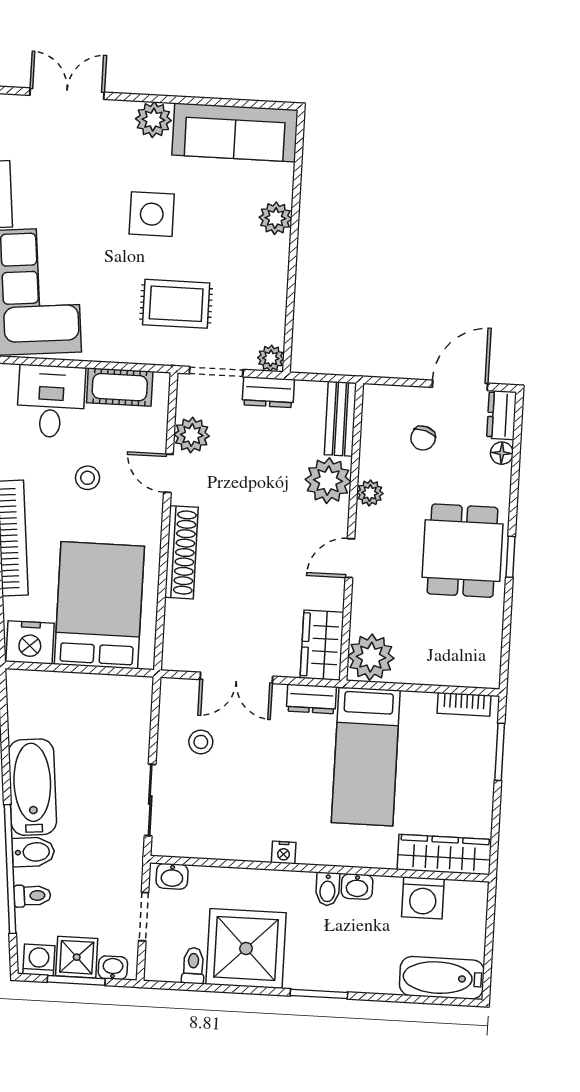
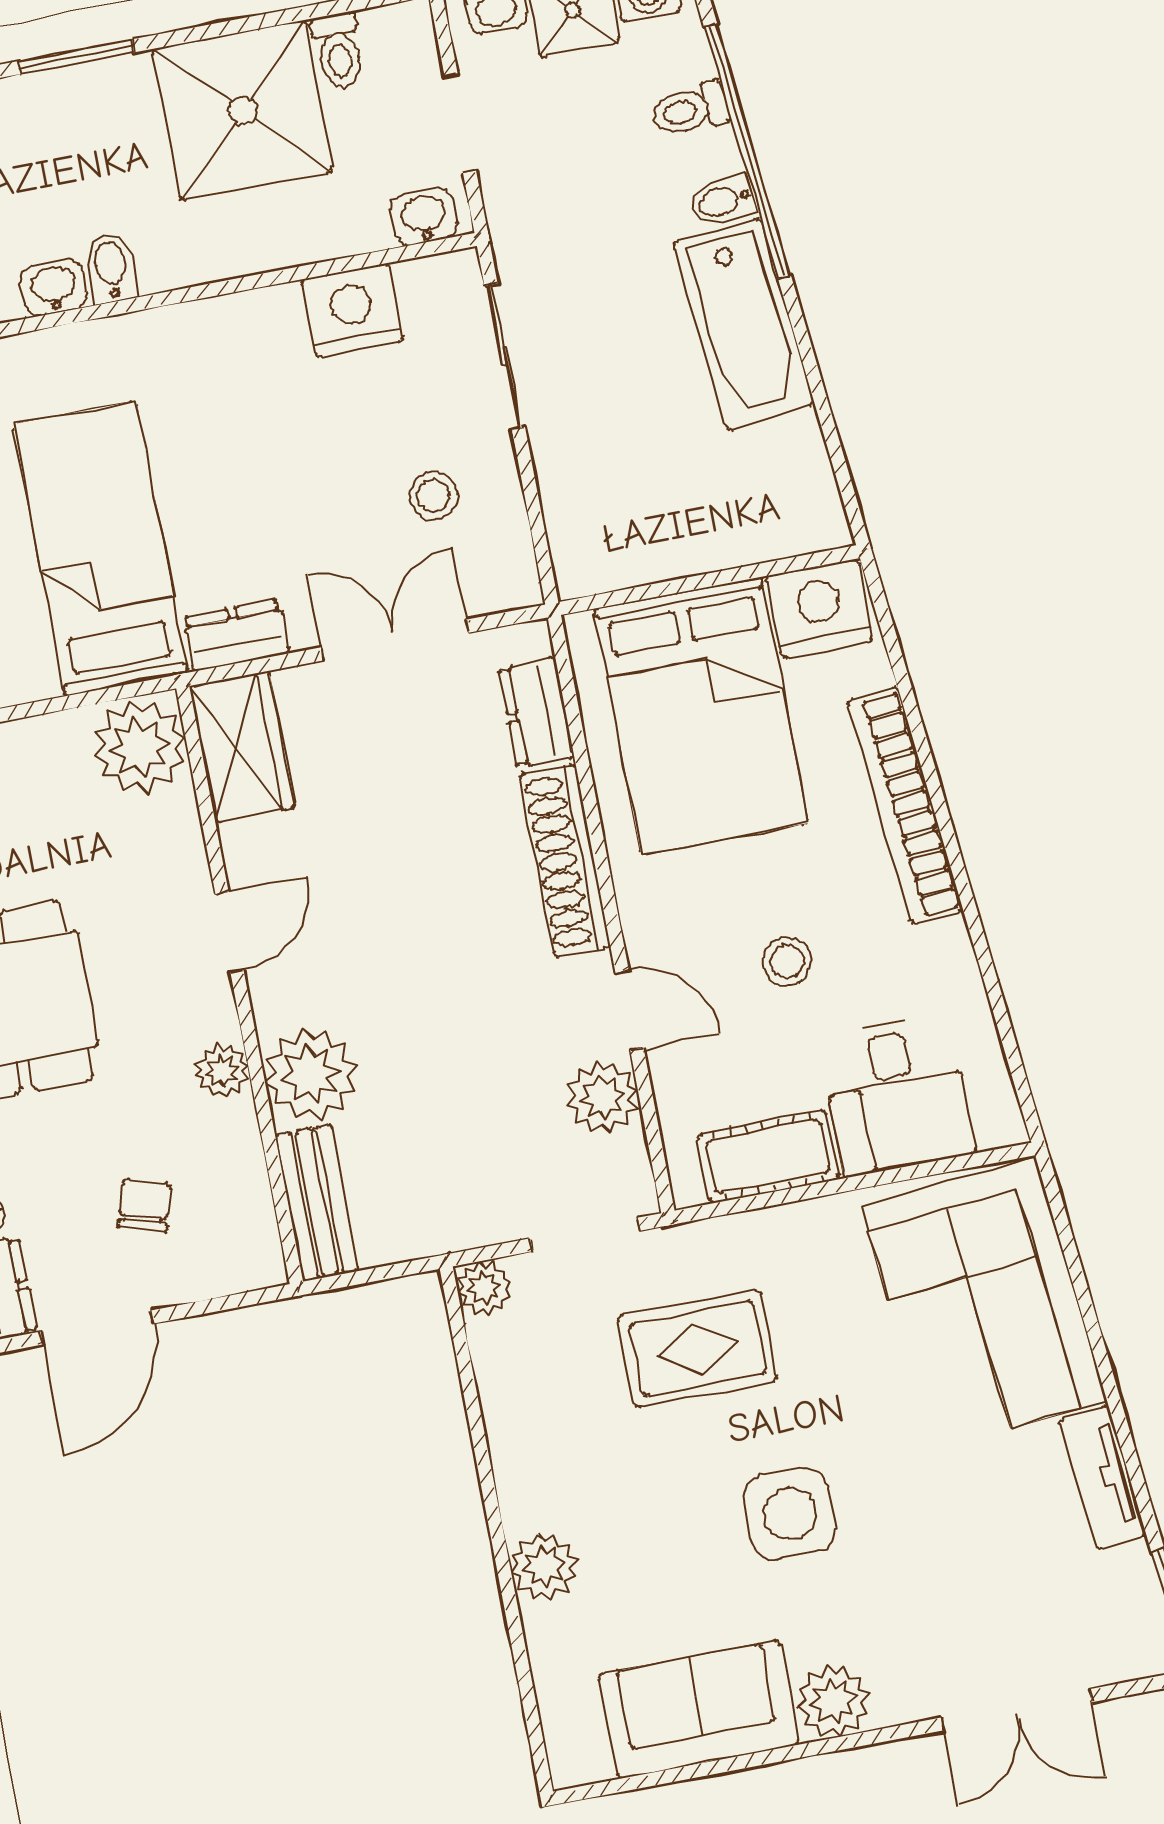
sofa: (235, 132) -> (699, 1710), width x0.73
dresser: (268, 392) -> (537, 713), moved, turned -90
bidet: (33, 852) -> (723, 201), width x0.72, depth x0.74
nightstand: (284, 853) -> (352, 310), moved, width x1.89, depth x1.79

